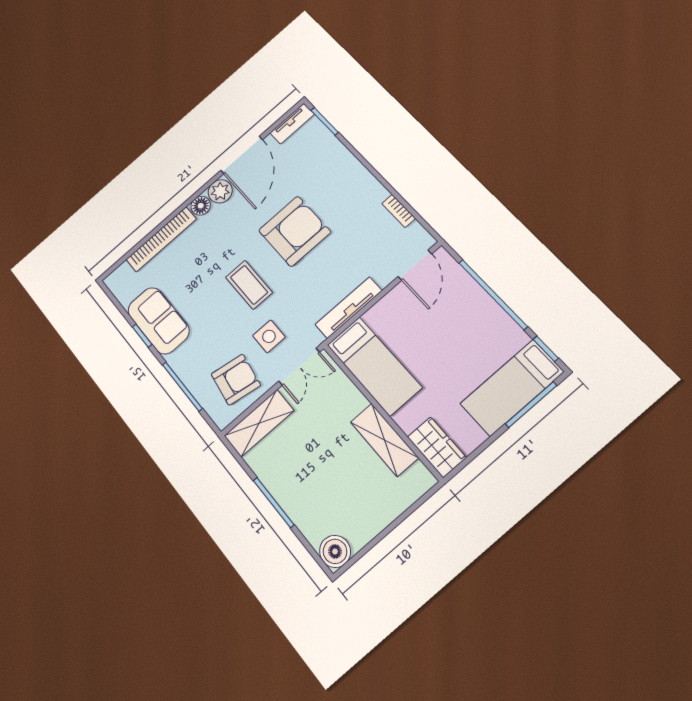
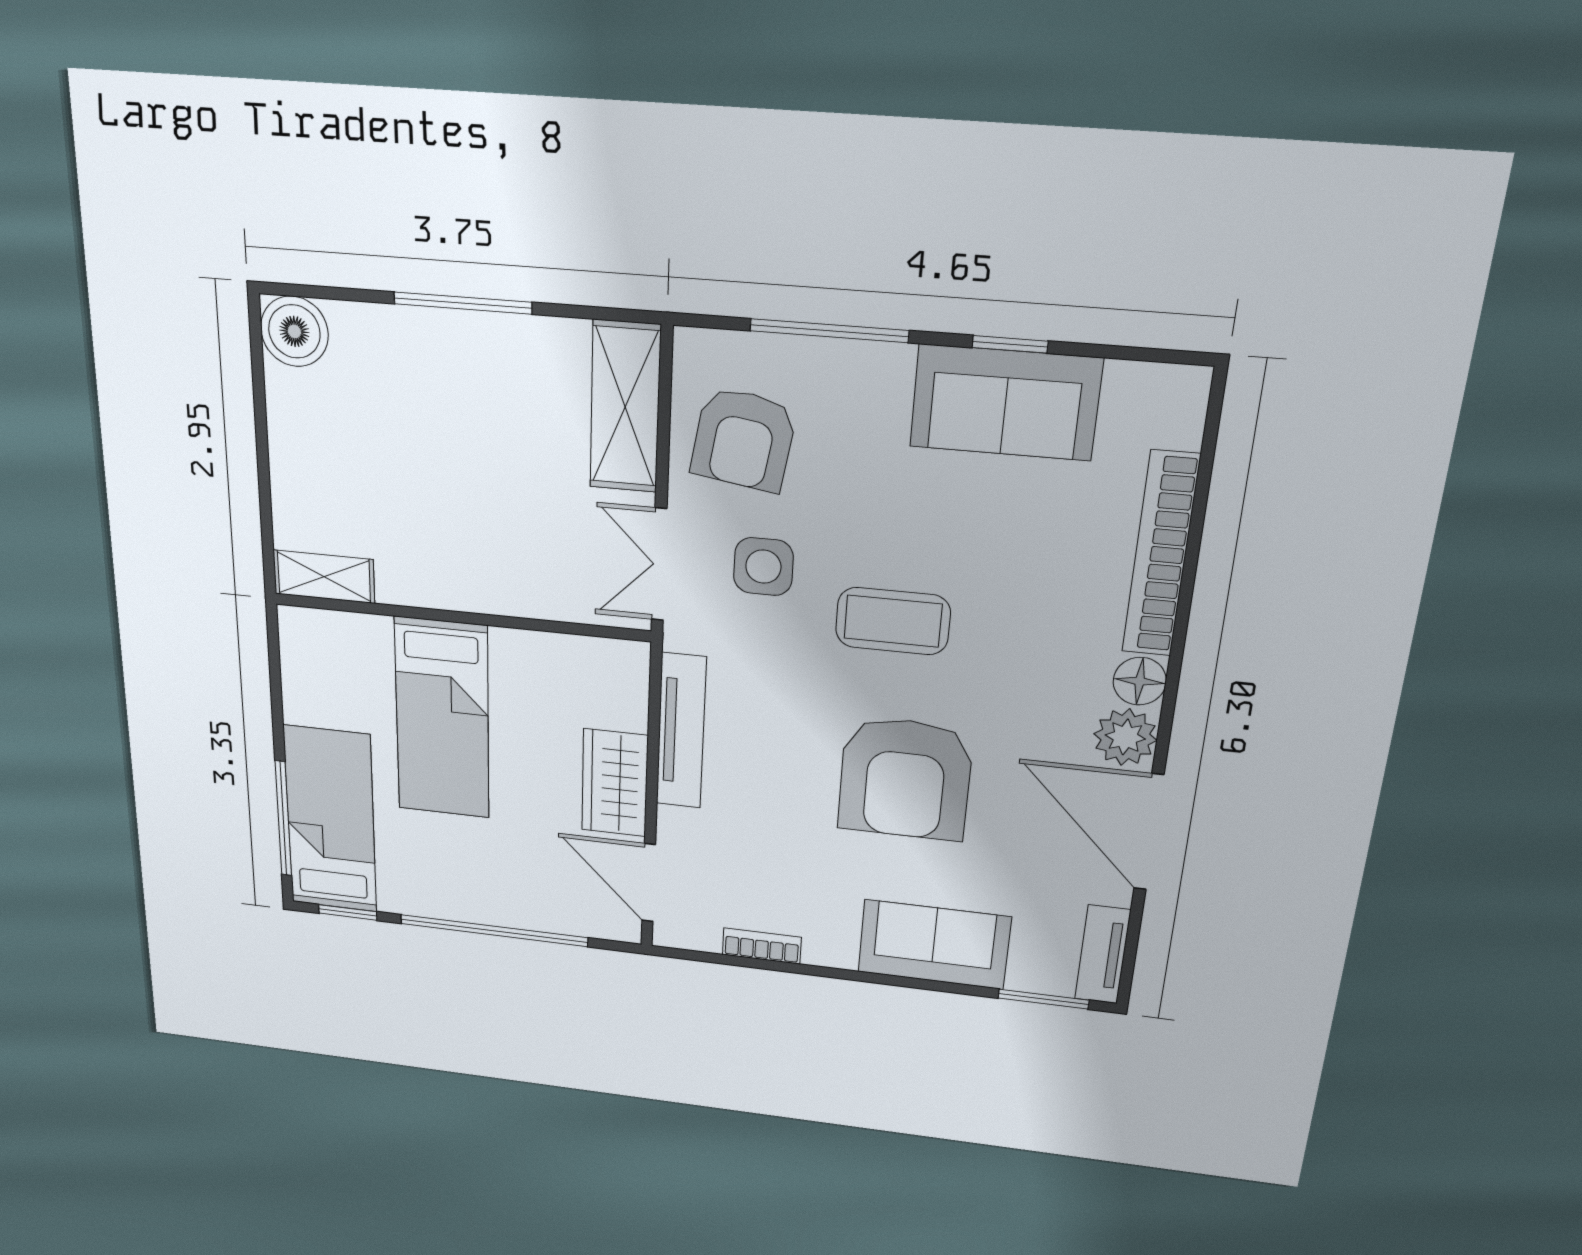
sofa: (341, 167) -> (934, 944), added
bed: (374, 366) -> (442, 719), moved, turned -90
shelving: (384, 440) -> (324, 577), moved, width x0.67, depth x0.75
wardrobe: (437, 447) -> (615, 783), moved, turned 90

